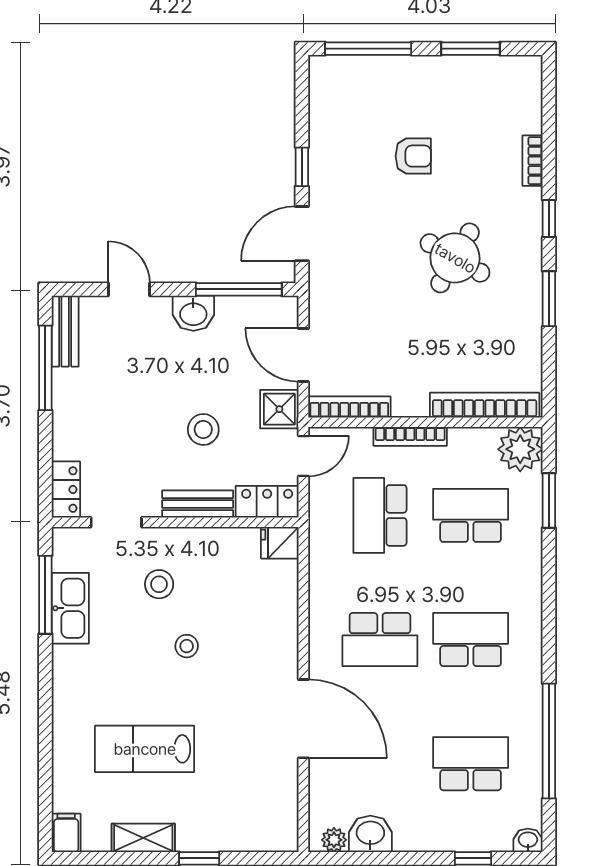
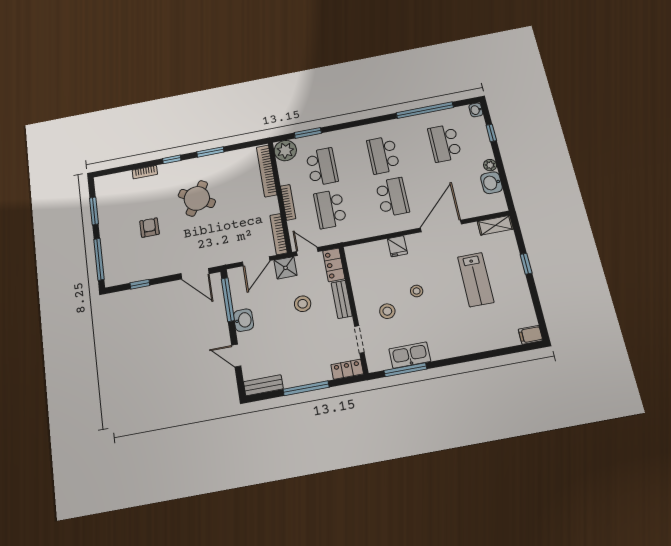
window: (302, 167) -> (140, 284), moved
door: (129, 289) -> (236, 356), hinge flipped
window: (45, 368) -> (306, 388), moved
school desk: (380, 515) -> (330, 209), turned 90
school desk: (471, 515) -> (322, 167), turned 180
fridge: (280, 543) -> (397, 246), moved
lab bench: (145, 749) -> (476, 280), moved
shelving: (143, 838) -> (495, 225), moved, turned 90
plant: (334, 840) -> (490, 165), moved

